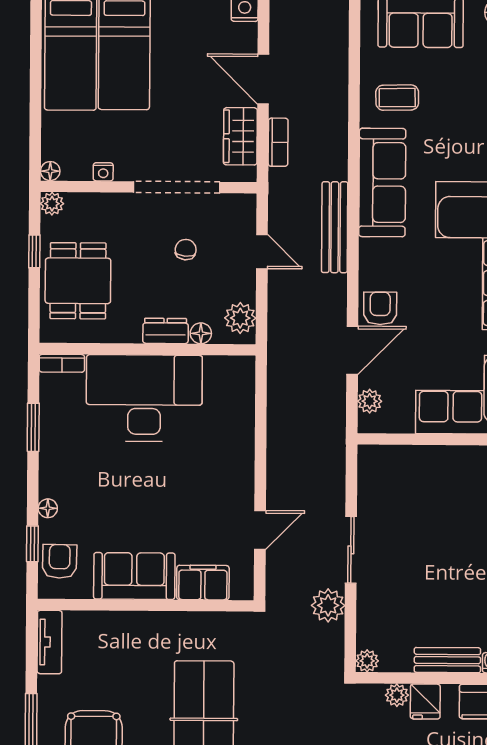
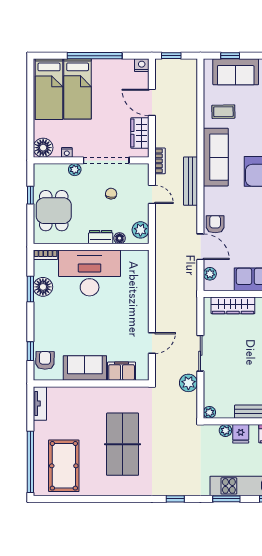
bookcase: (278, 142) -> (160, 161), moved
floor lamp: (50, 171) -> (43, 148), width x1.89, depth x1.89
plant: (52, 204) -> (75, 170), moved
door: (352, 350) -> (200, 247), hinge flipped
wardrobe: (412, 461) -> (233, 305), added
floor lamp: (48, 508) -> (43, 287), moved, width x1.89, depth x1.89

